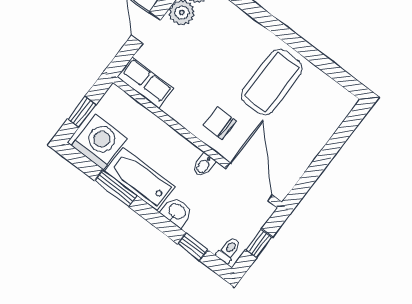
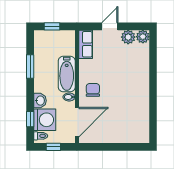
coffee table: (272, 82) -> (128, 99), removed
washing machine: (99, 142) -> (45, 120), moved
bathtub: (140, 179) -> (67, 74), moved, turned 180

